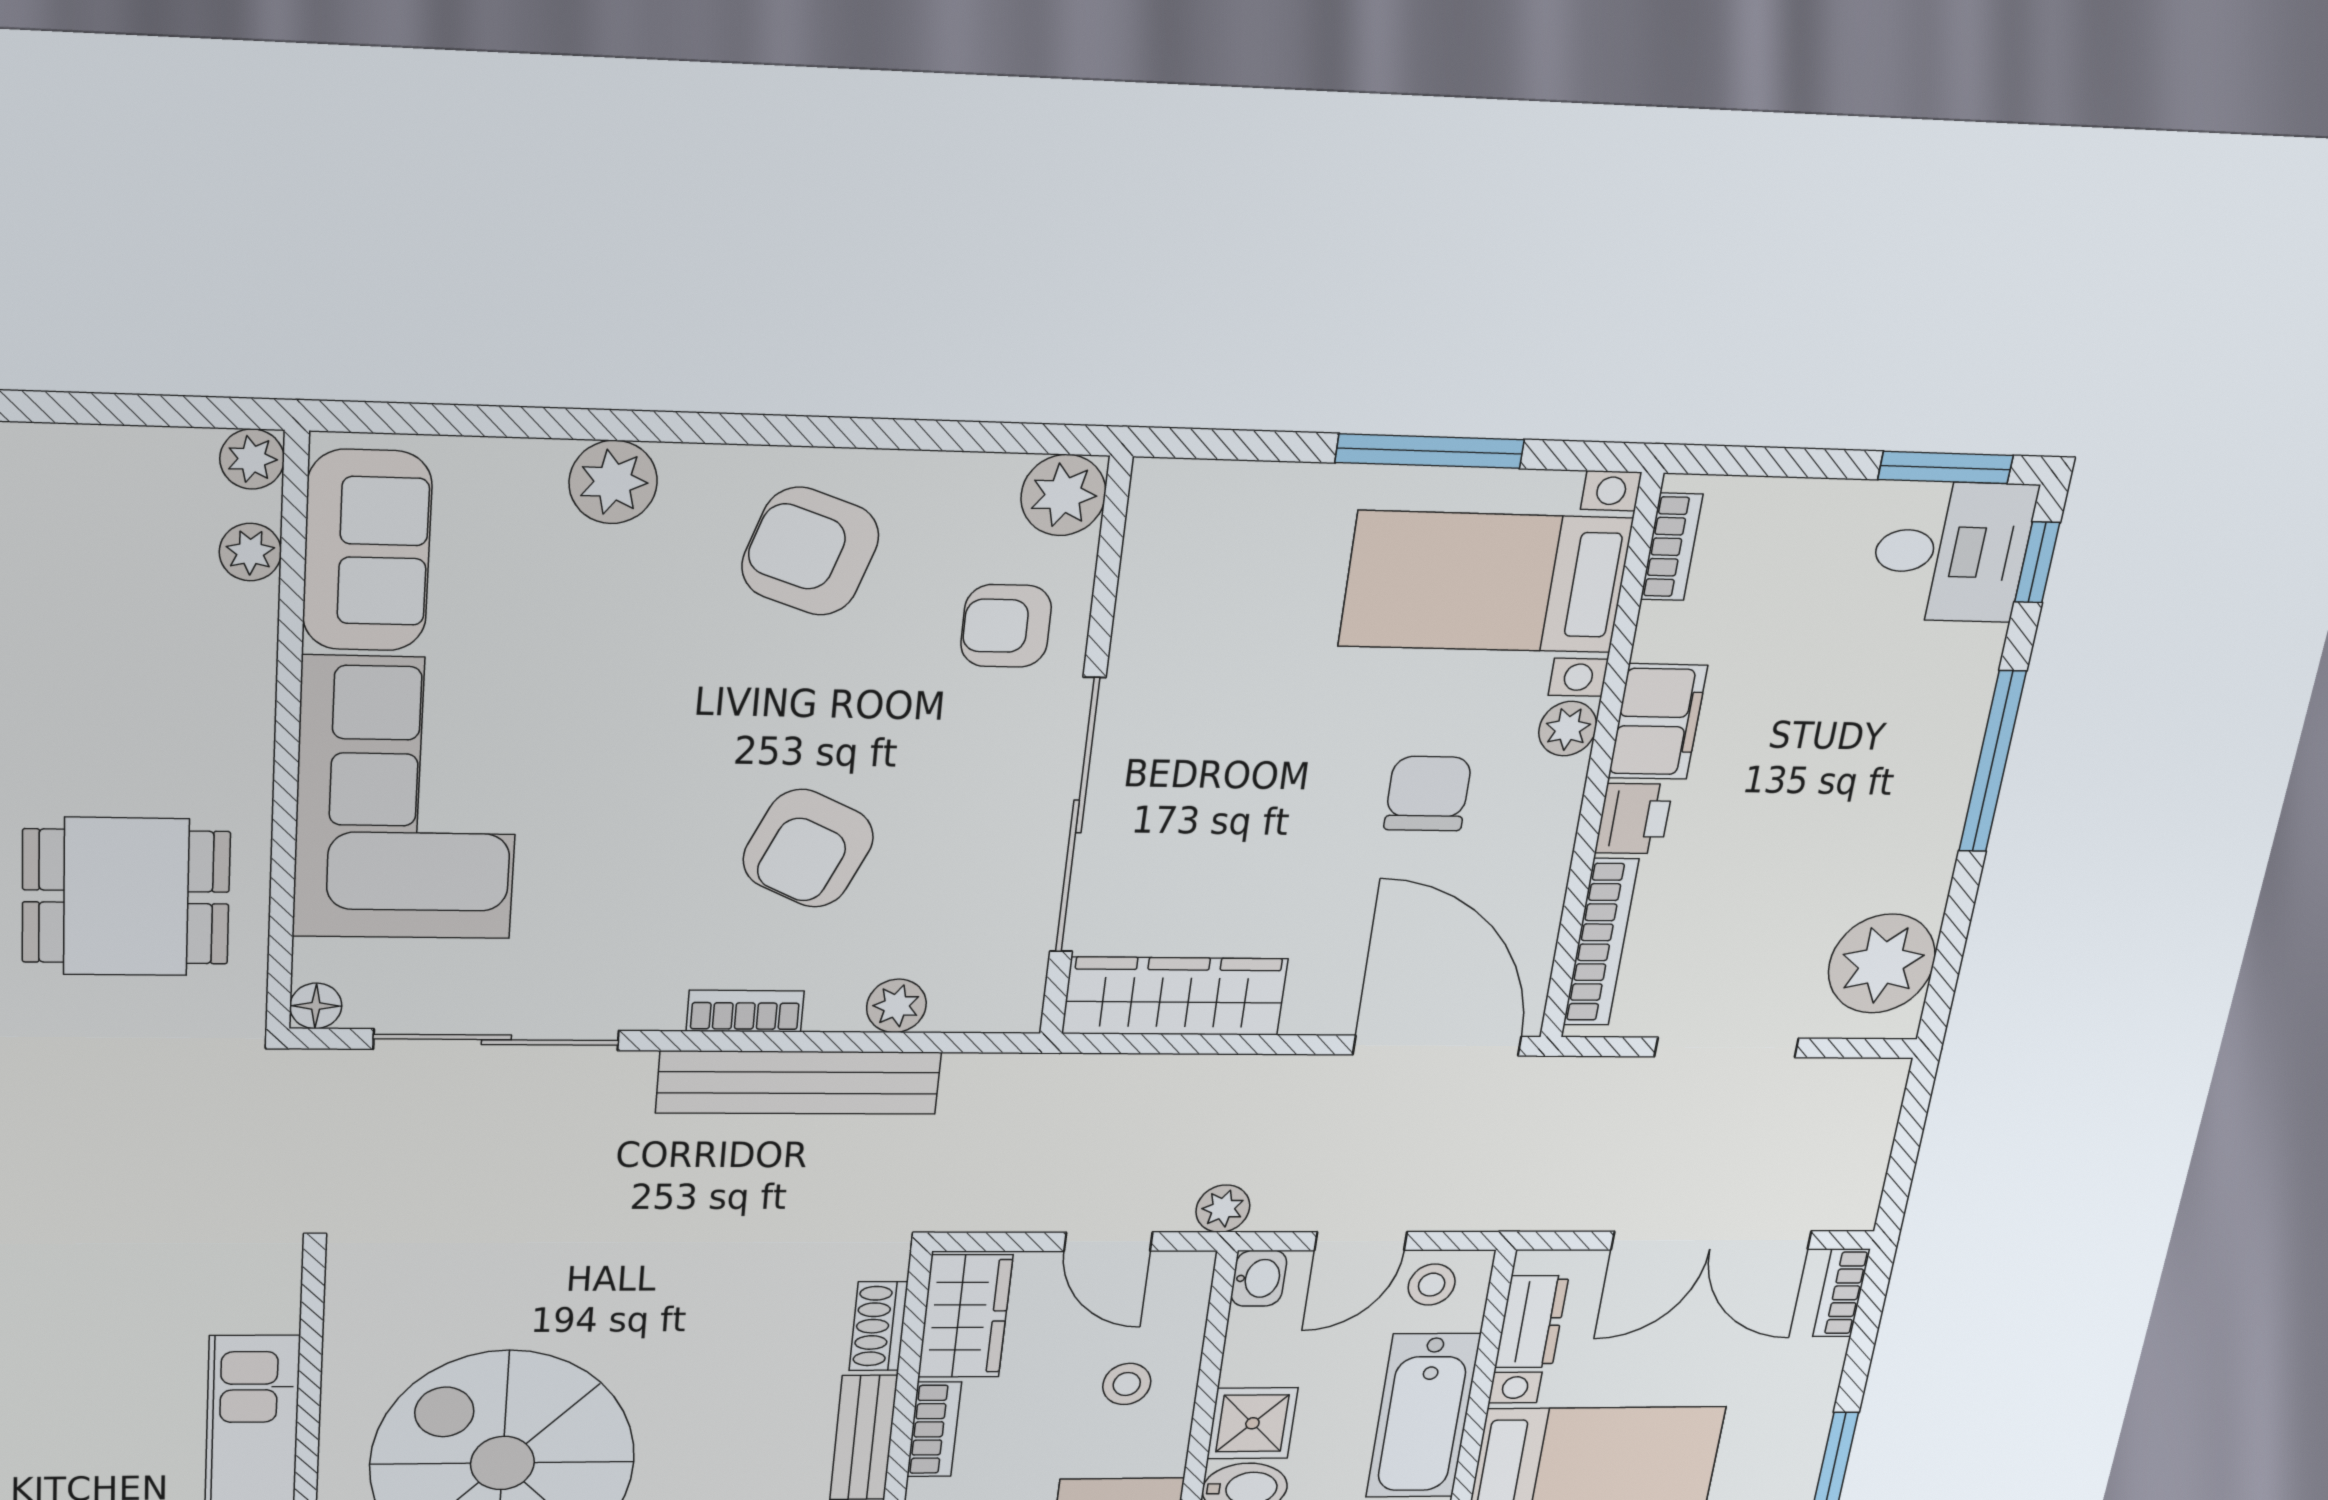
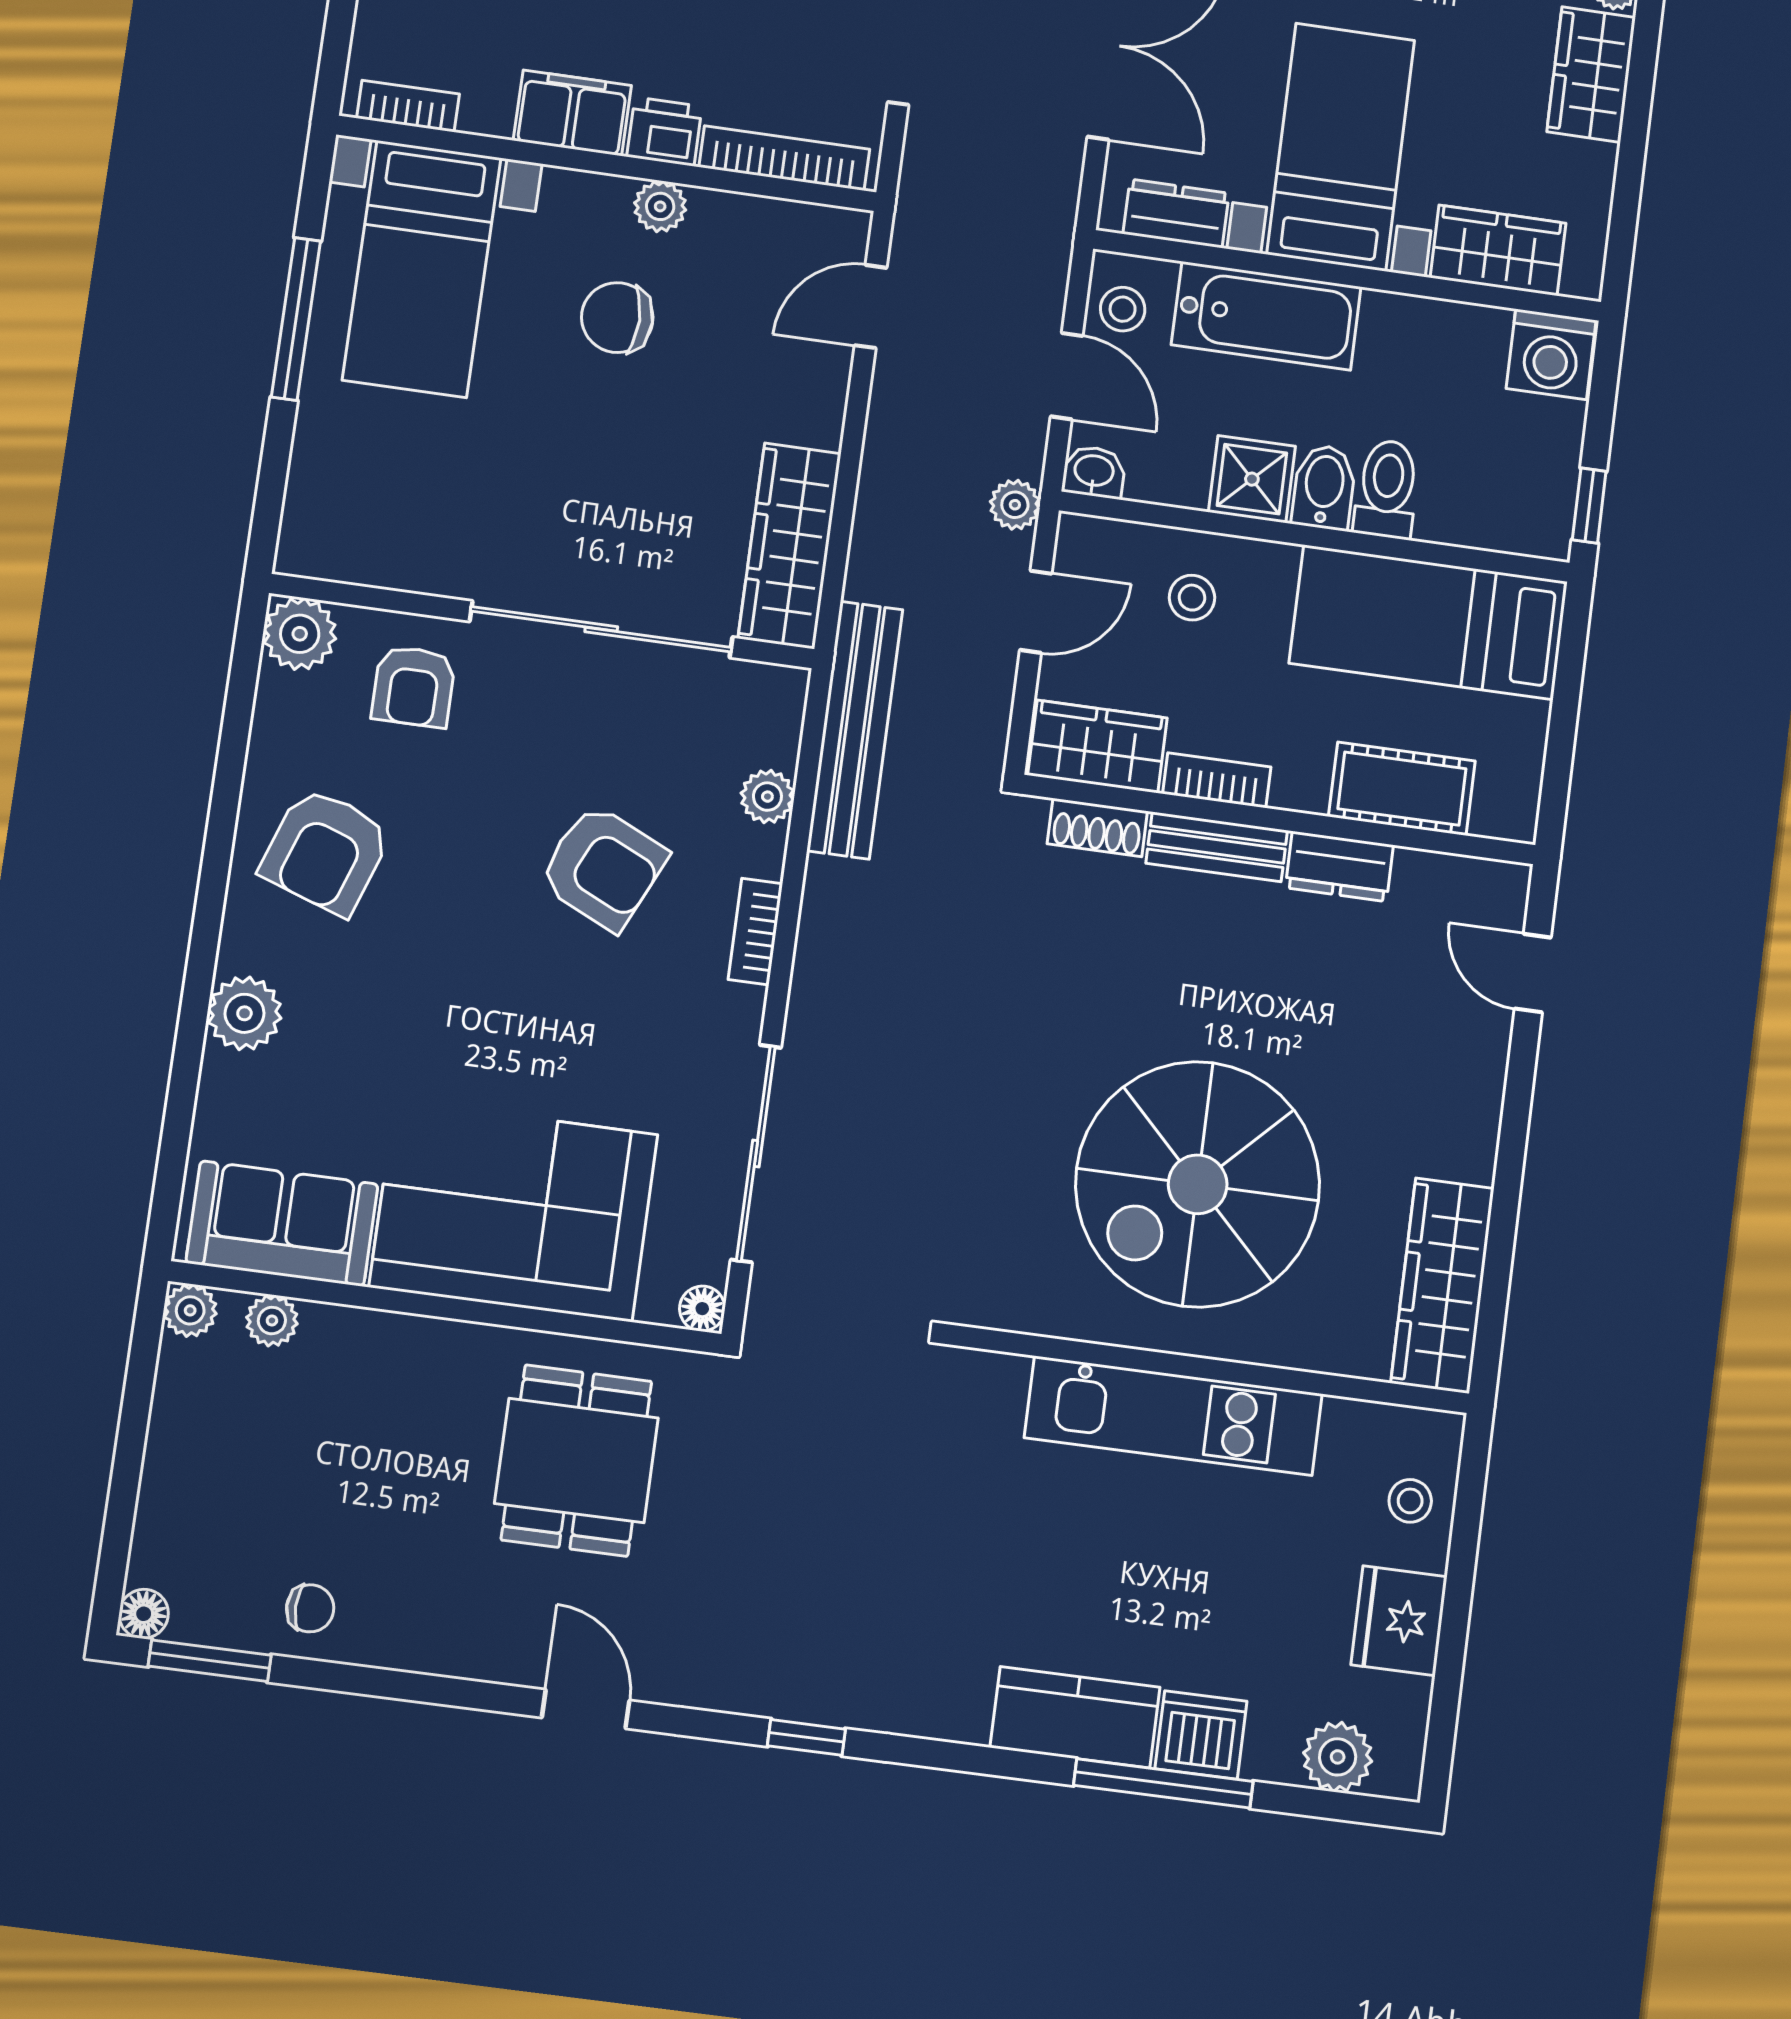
plant: (1568, 729) -> (660, 206), moved
door: (1437, 1046) -> (871, 307), width x0.53
bench: (799, 1083) -> (855, 730), moved

